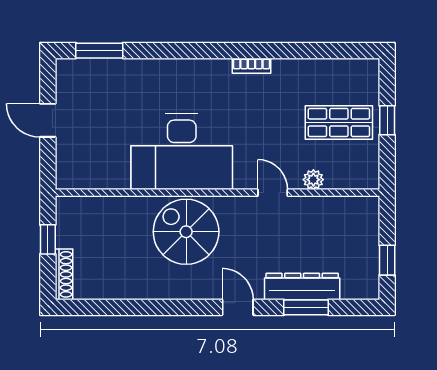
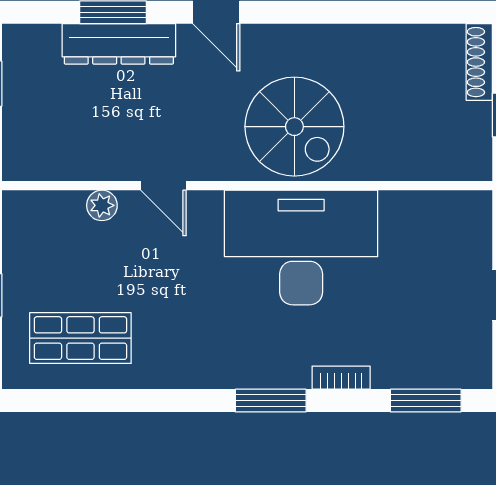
window: (202, 51) -> (271, 401), added
bookcase: (251, 66) -> (341, 378), moved
shop shelf: (339, 122) -> (80, 338), moved

